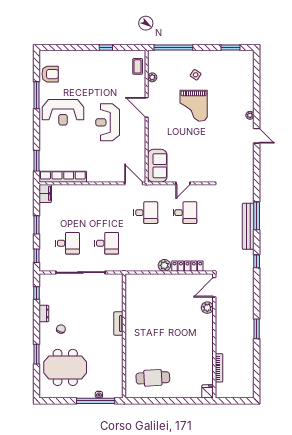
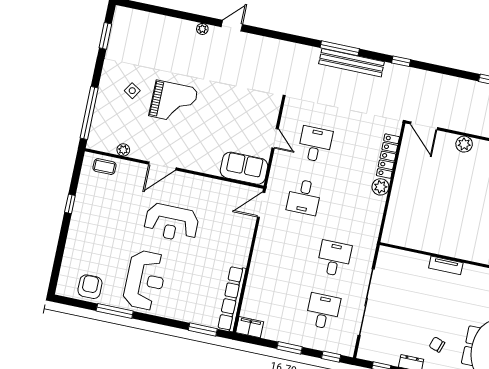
desk: (146, 213) -> (304, 197), turned 180
plant: (207, 308) -> (464, 144), moved

